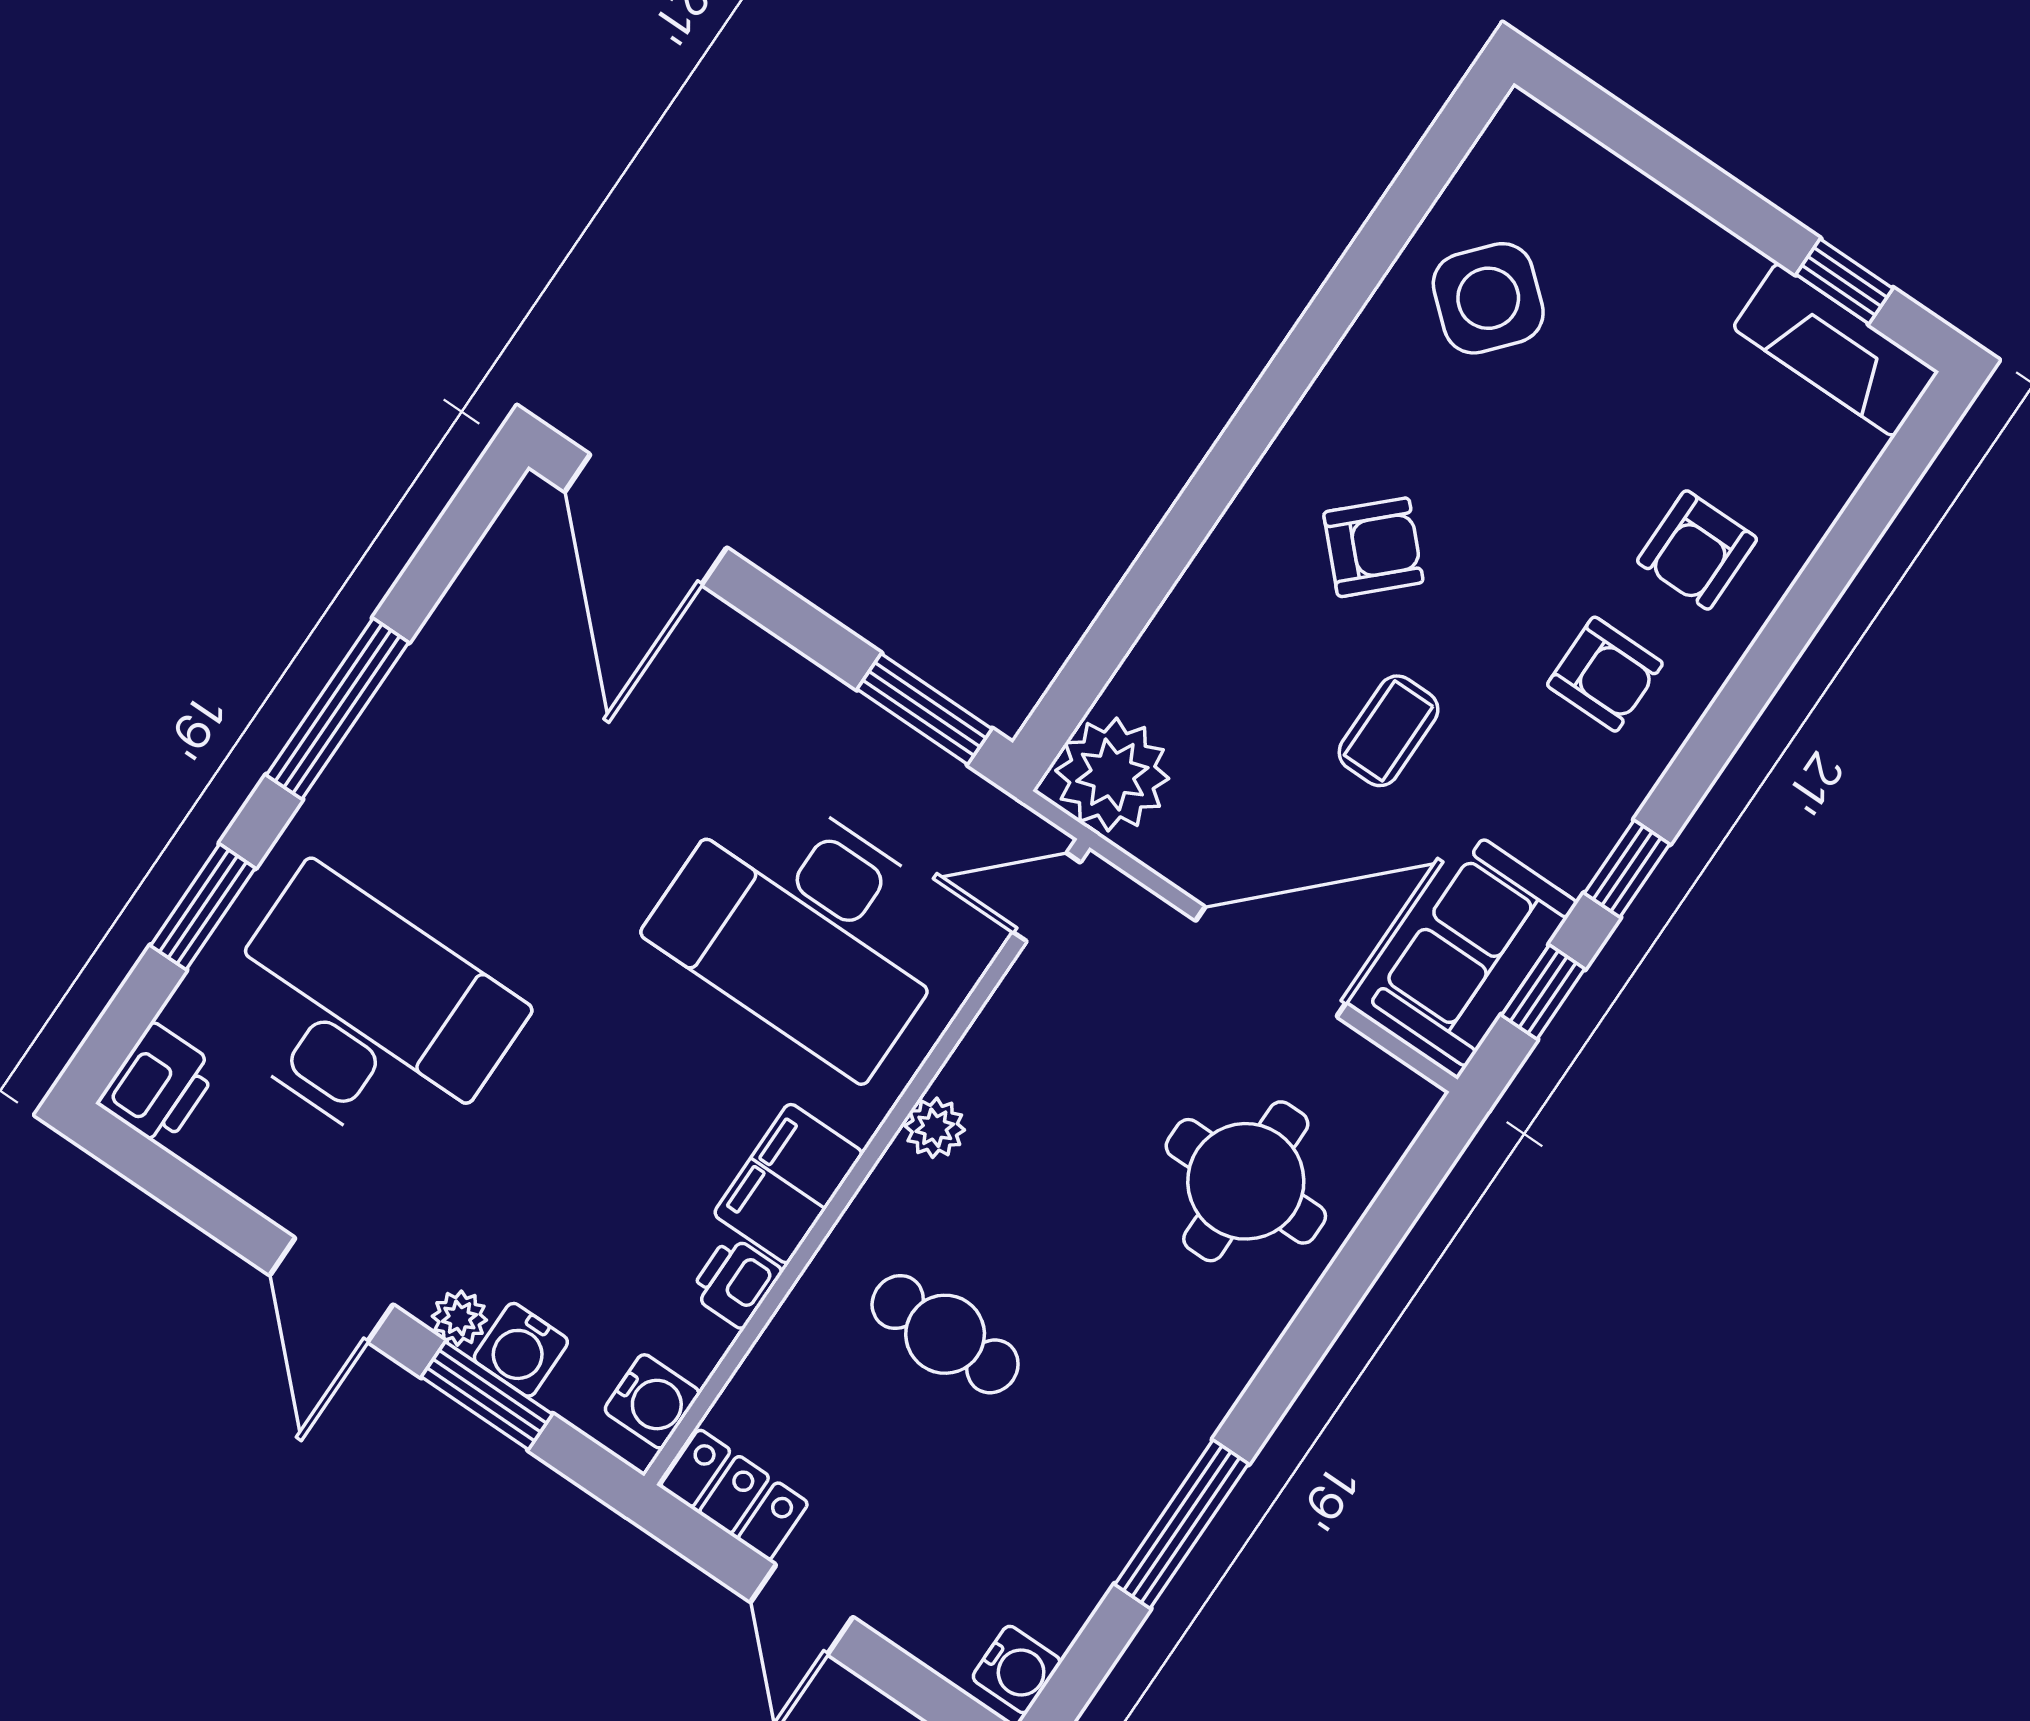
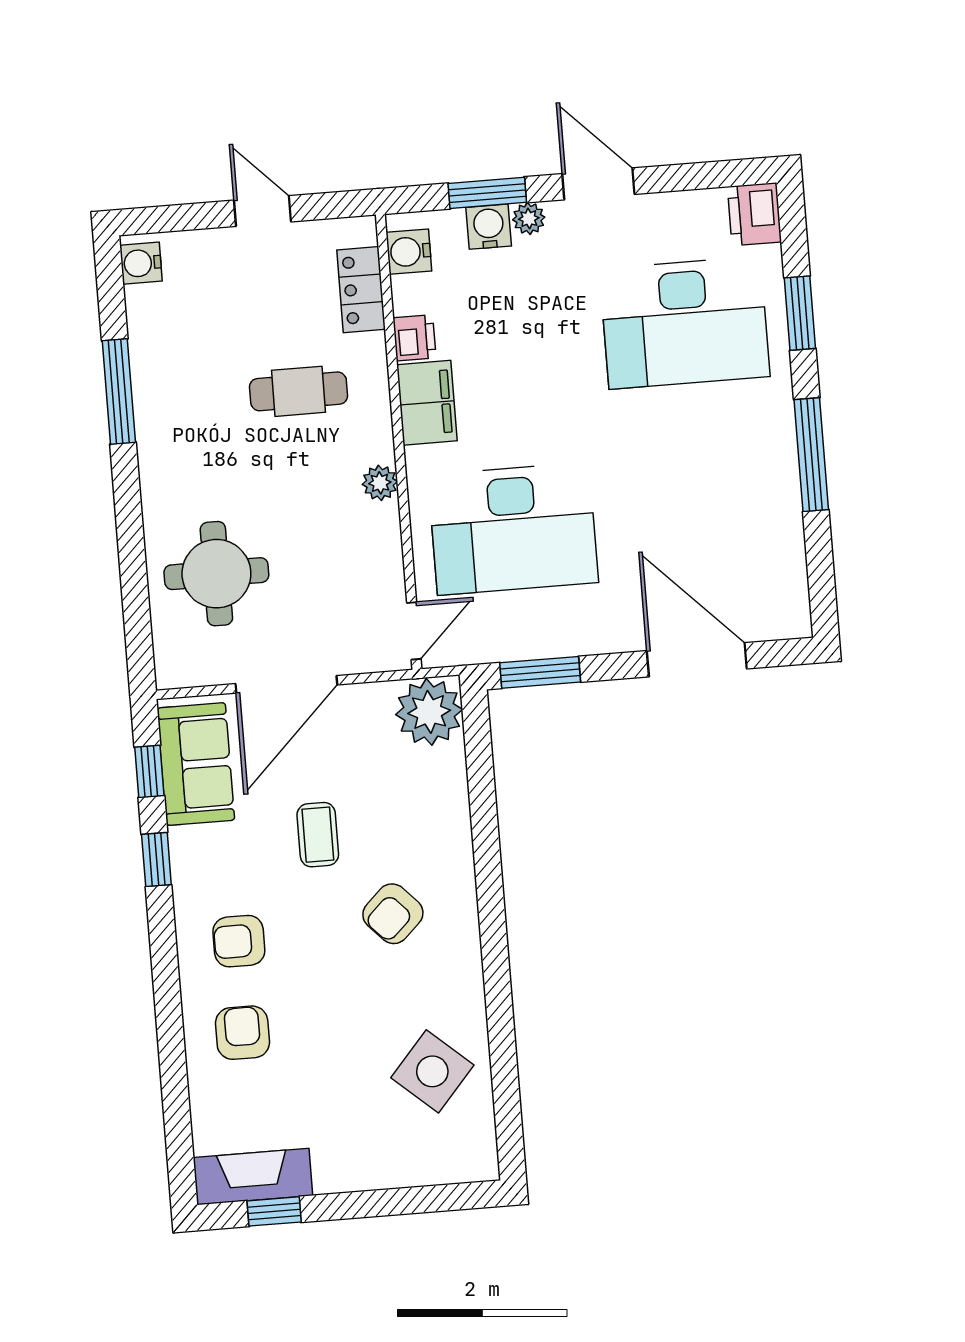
door: (646, 520) -> (697, 660), moved
desk: (808, 926) -> (513, 529), turned 180
locker: (734, 1495) -> (361, 290), moved, turned 90

